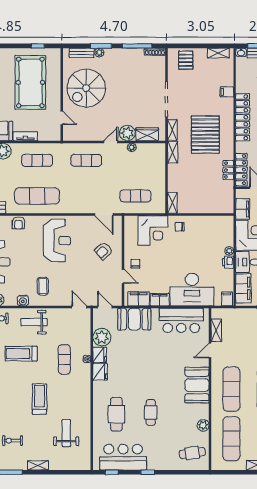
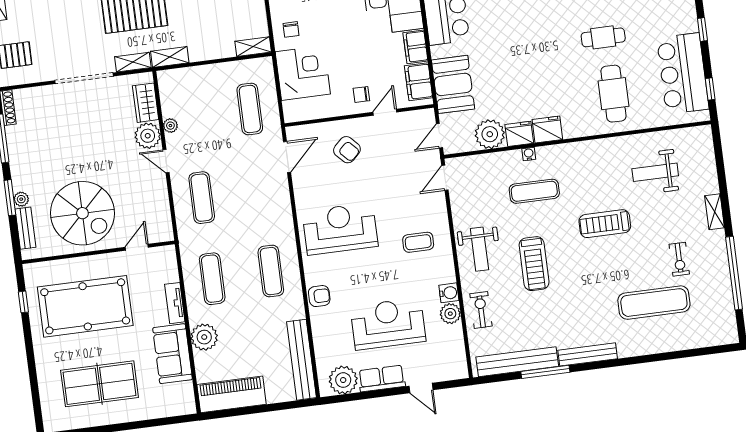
exercise mat: (37, 196) -> (271, 271), width x0.73, depth x0.69
water cooler: (23, 301) -> (449, 293), moved
cafe table: (116, 414) -> (613, 94), turned 90

